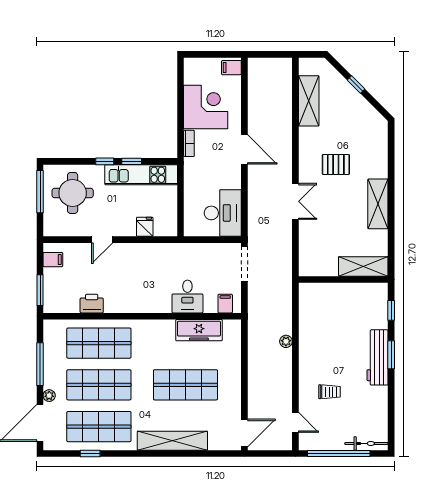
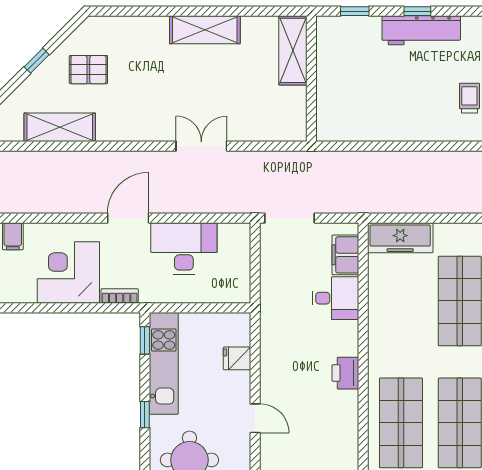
window: (132, 161) -> (145, 340), moved
pallet: (336, 164) -> (88, 70), moved, turned 90
desk: (223, 213) -> (184, 248), moved
printer: (92, 304) -> (345, 373), moved
filing cabinet: (225, 304) -> (345, 255), width x2.00
freezer: (199, 330) -> (400, 238), moved, turned 90
plant: (286, 341) -> (399, 159), removed
window: (391, 355) -> (417, 11), width x0.67

